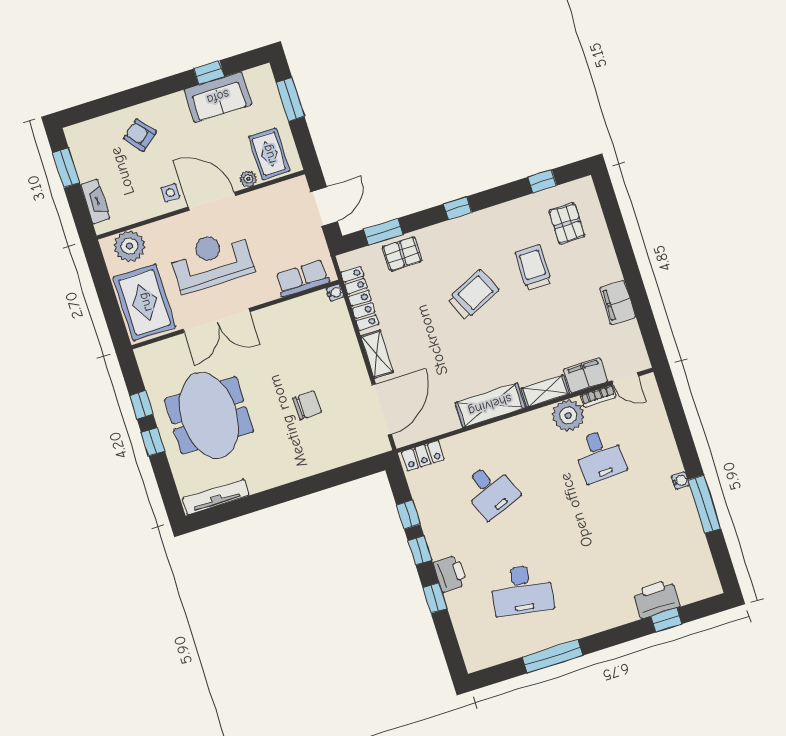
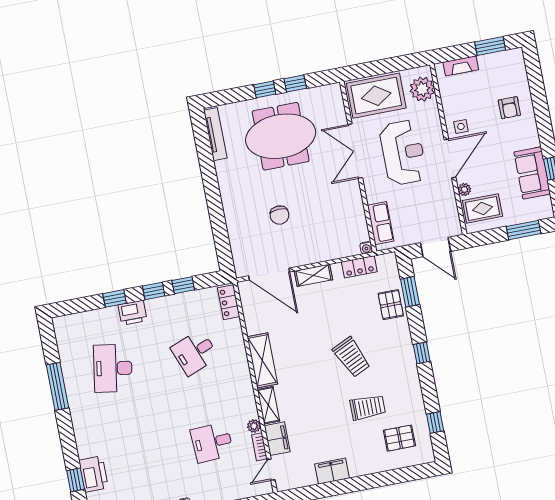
armchair: (140, 135) -> (509, 108), turned 129
locker: (360, 298) -> (359, 267), width x0.66
plant: (568, 415) -> (254, 426), width x0.53, depth x0.53

